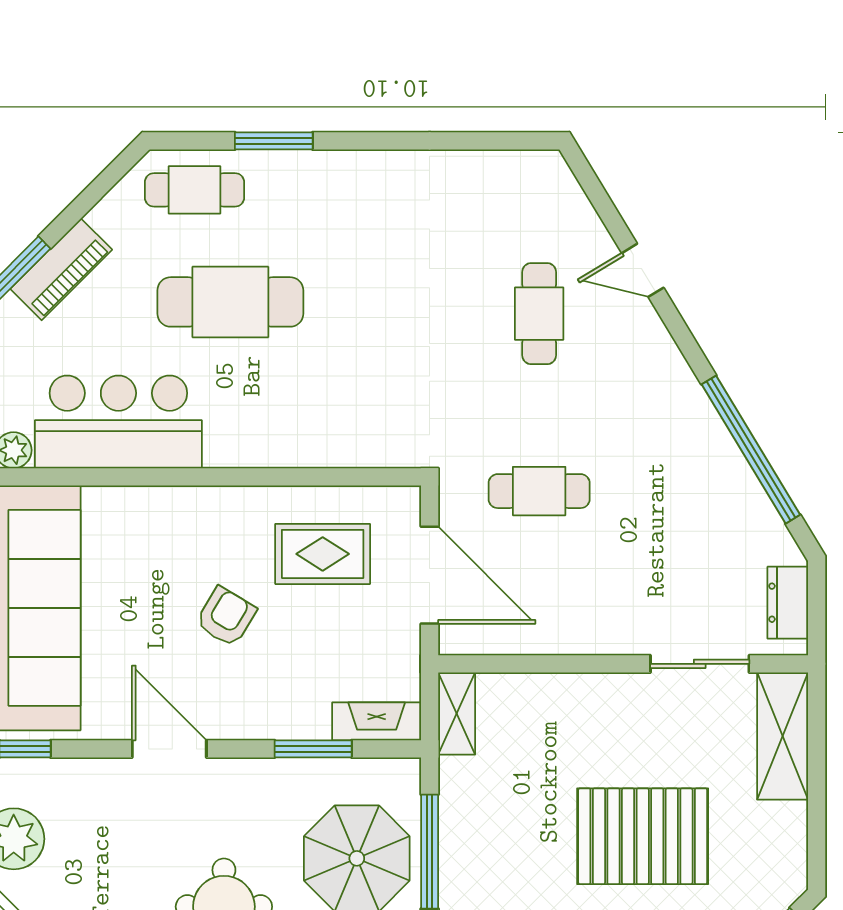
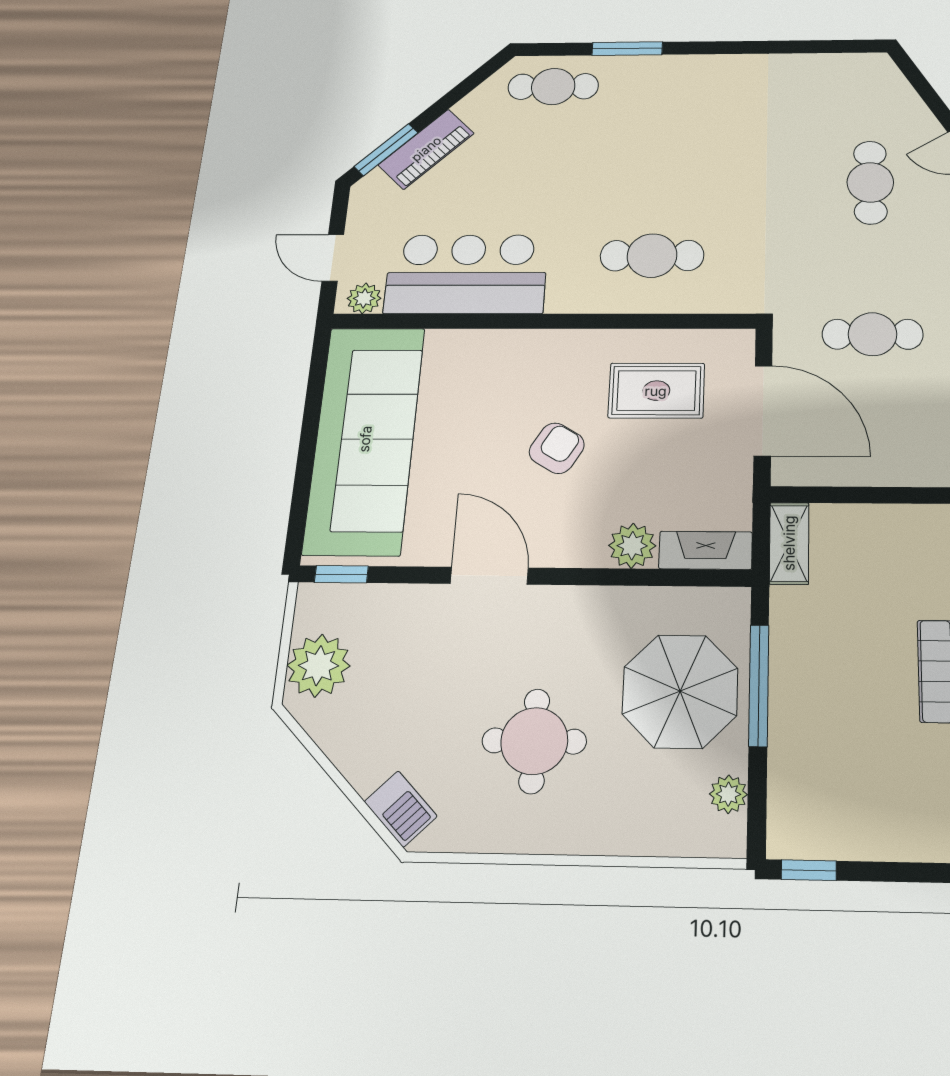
cafe table: (230, 302) -> (652, 256), moved, width x0.73, depth x0.74
plant: (306, 717) -> (632, 546), added
window: (313, 749) -> (638, 577), removed

